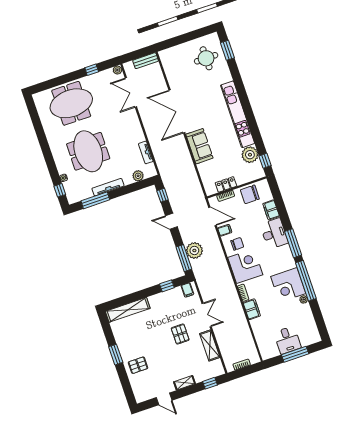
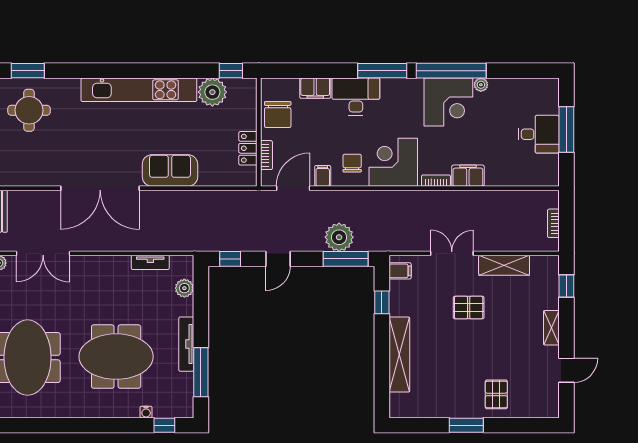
shelving: (128, 310) -> (399, 355), moved

